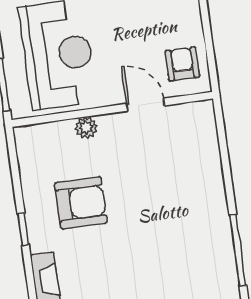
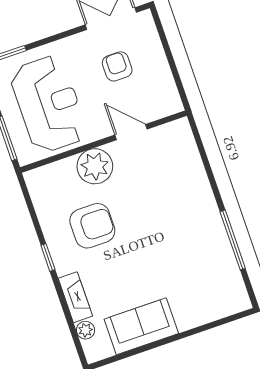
armchair: (182, 64) -> (117, 66), moved
plant: (86, 127) -> (95, 166), width x1.87, depth x1.87

